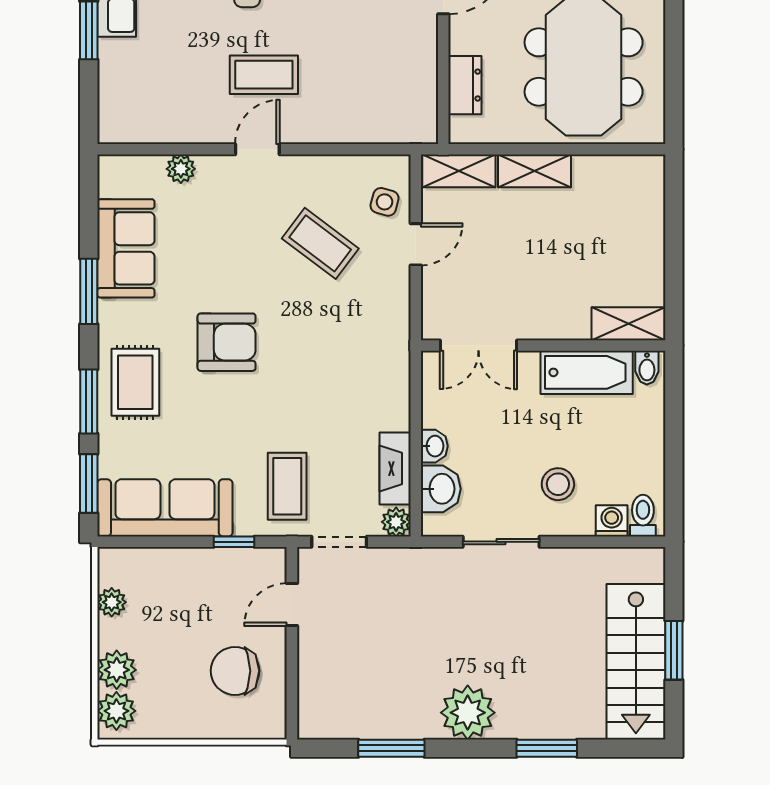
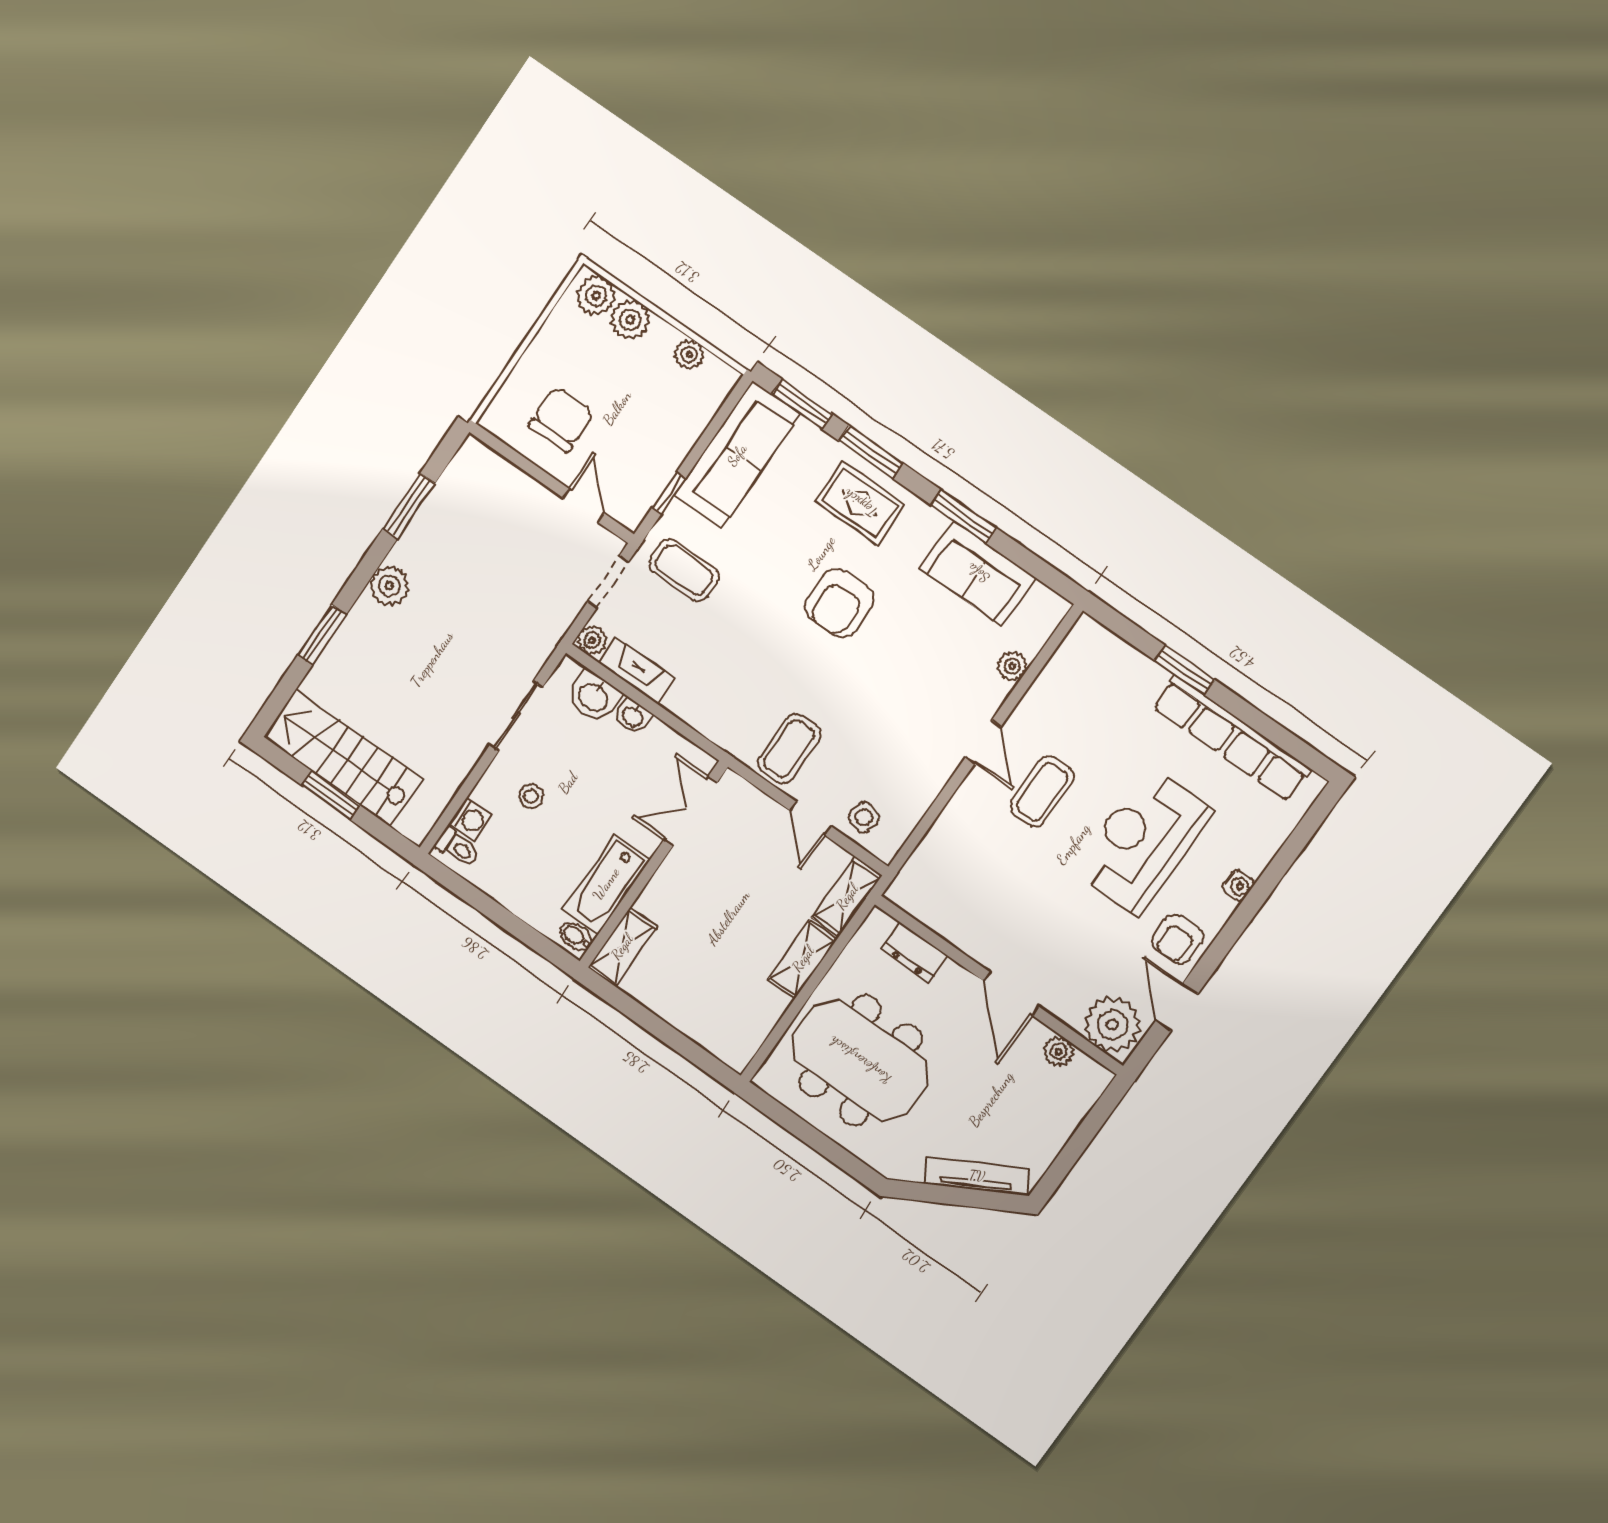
coffee table: (320, 243) -> (789, 749), moved, turned -37
stool: (558, 484) -> (531, 796), width x0.73, depth x0.73
plant: (468, 713) -> (389, 586), width x0.73, depth x0.73

